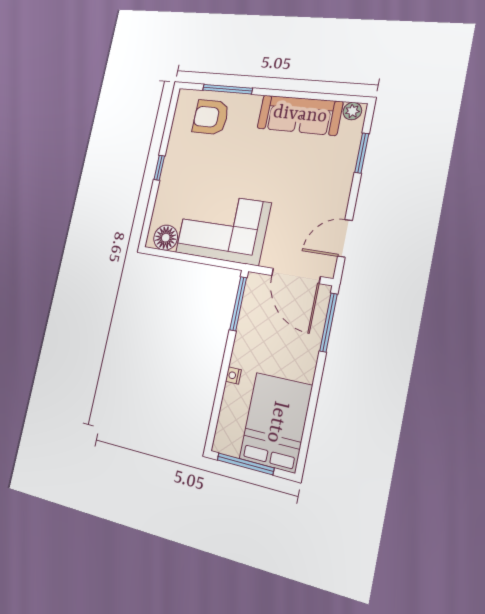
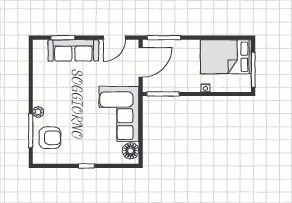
plant: (352, 111) -> (38, 112), moved
sofa: (300, 115) -> (73, 50), moved, turned 90
armchair: (211, 117) -> (50, 138), turned -90
door: (345, 238) -> (114, 38), hinge flipped

